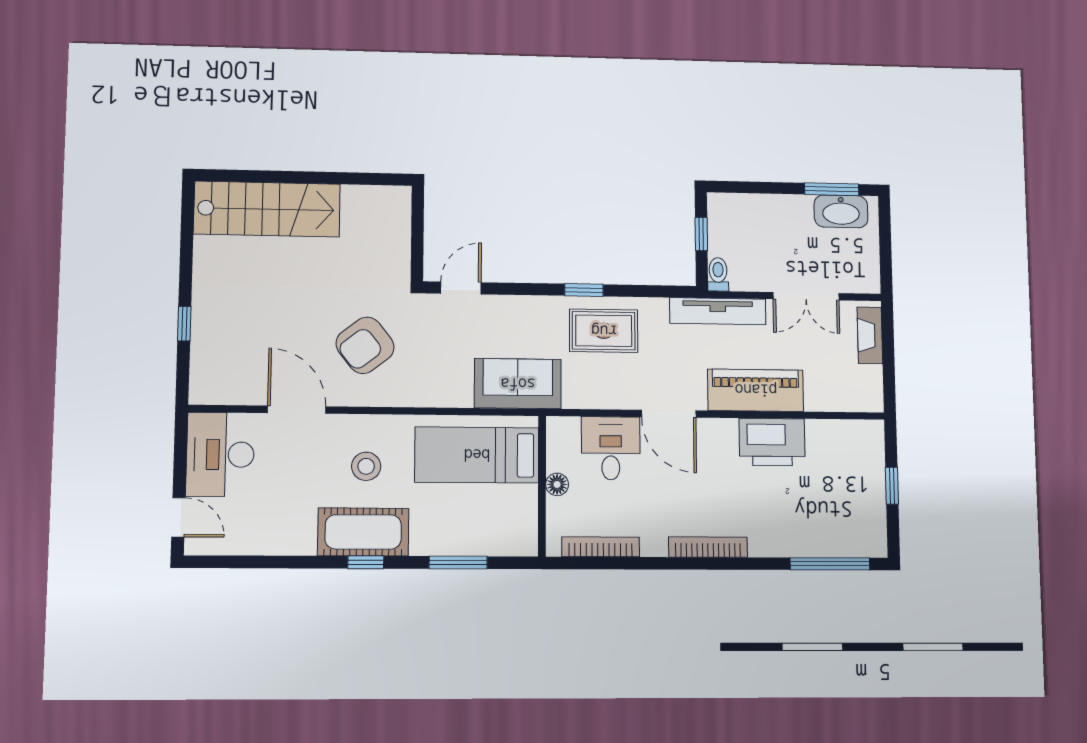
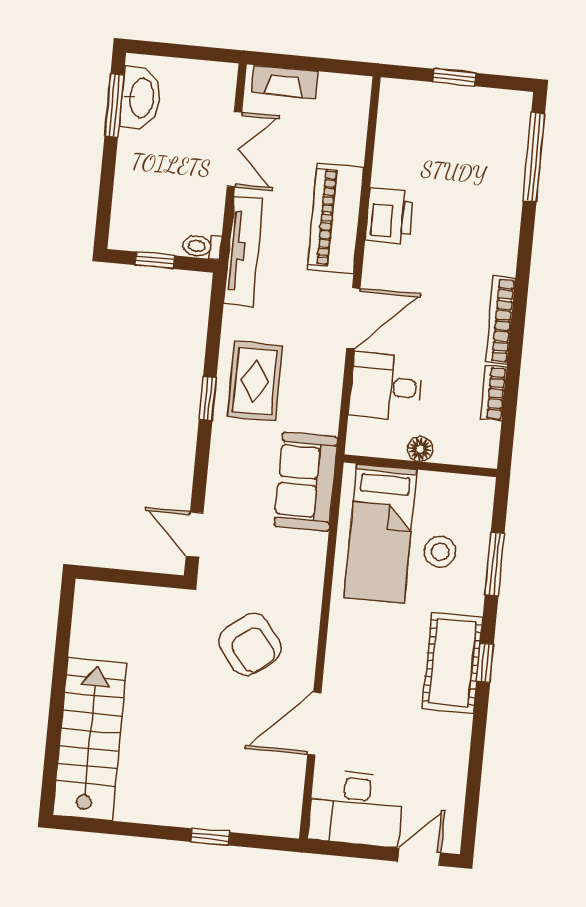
printer: (772, 442) -> (389, 216), width x0.73, depth x0.84
stool: (366, 466) -> (440, 552), moved
bookcase: (601, 547) -> (493, 393), width x0.64
bookcase: (708, 547) -> (500, 320), moved

